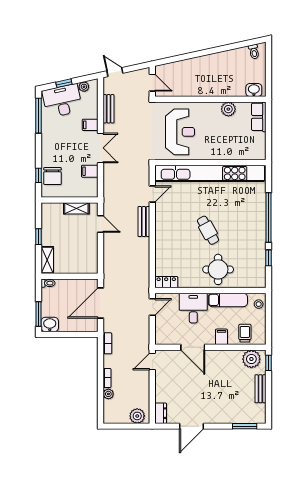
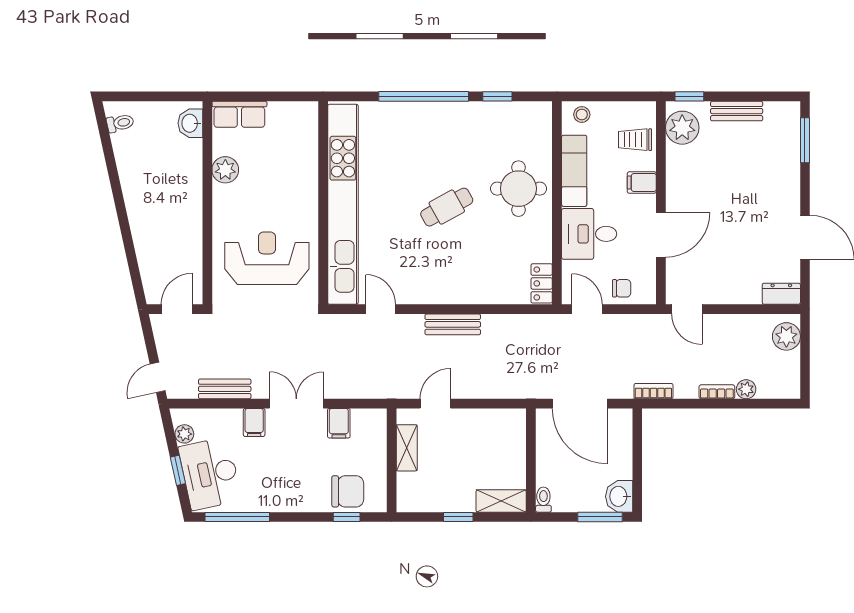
bench: (144, 222) -> (453, 324), moved
chair: (164, 326) -> (622, 288), added

